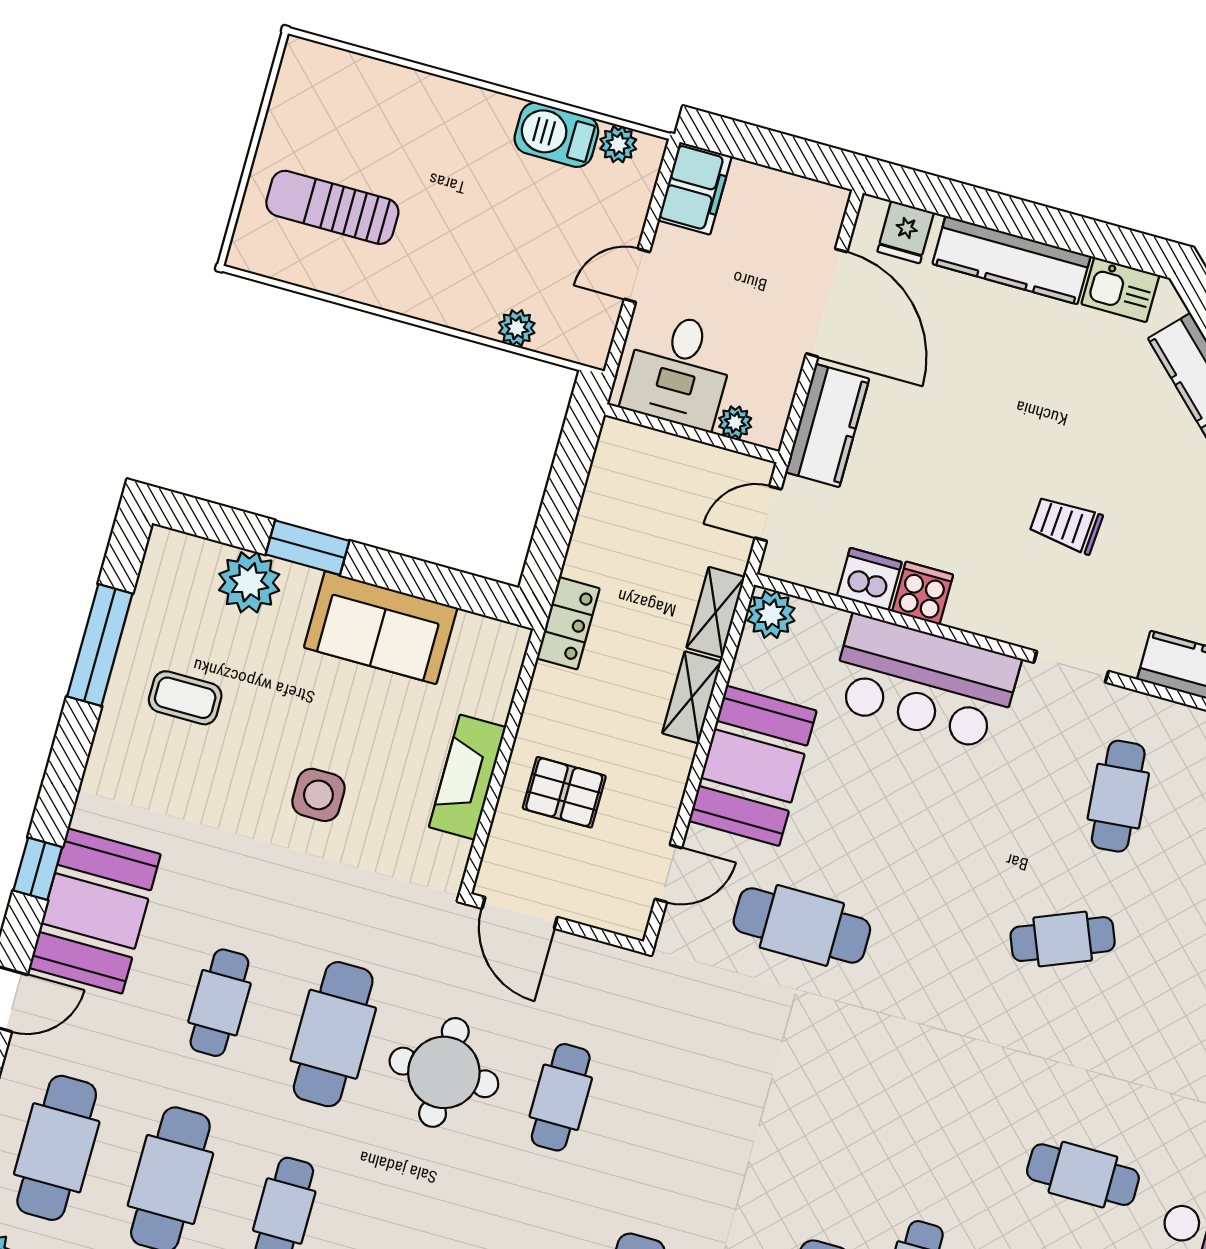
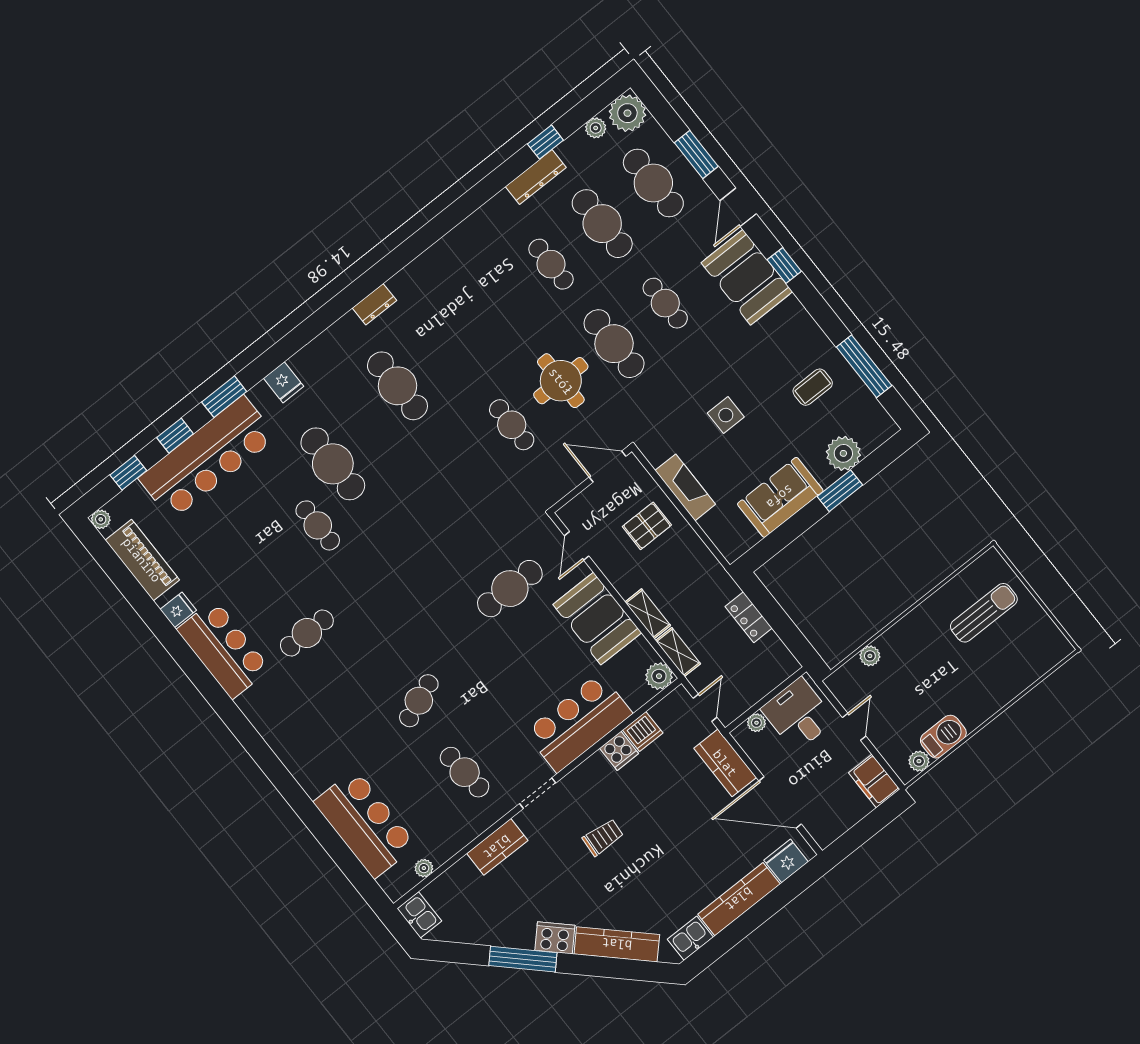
fridge: (906, 232) -> (786, 861), width x1.38
locker: (568, 623) -> (749, 617), moved

